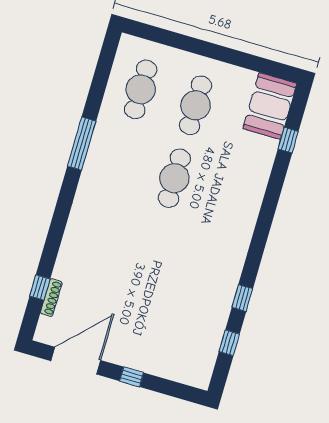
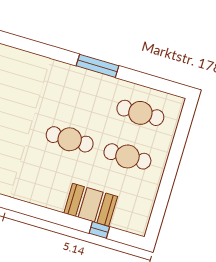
booth: (270, 106) -> (91, 205), moved

